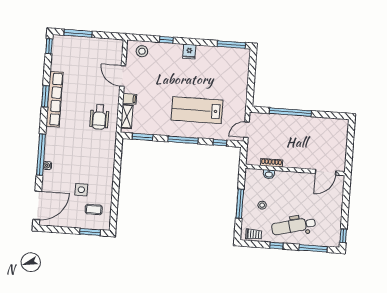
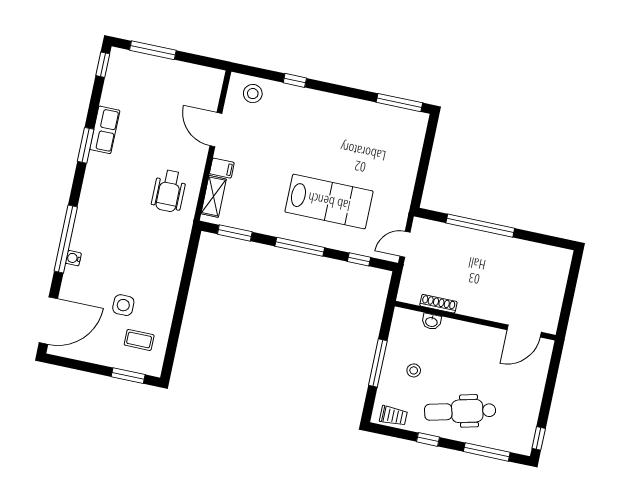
fridge: (189, 52) -> (329, 105), removed
row of seats: (55, 99) -> (105, 130), width x0.50
lab bench: (197, 110) -> (329, 202), turned 180

